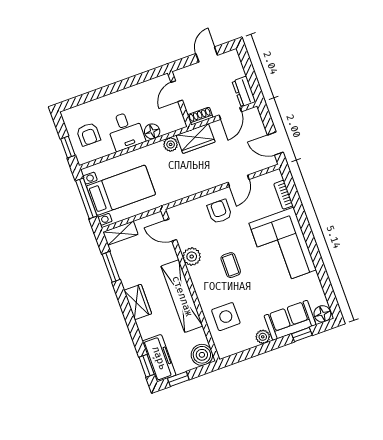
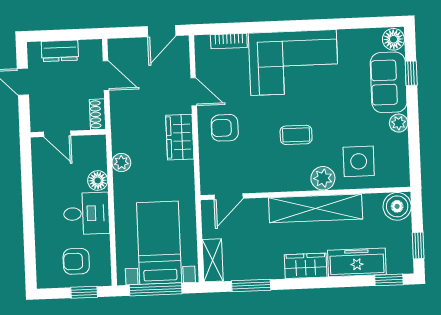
dresser: (244, 92) -> (60, 51), moved
armchair: (88, 134) -> (76, 261), turned 180
wardrobe: (196, 139) -> (180, 137), moved, turned 180
plant: (192, 257) -> (323, 178), moved
freezer: (159, 358) -> (357, 262), moved

